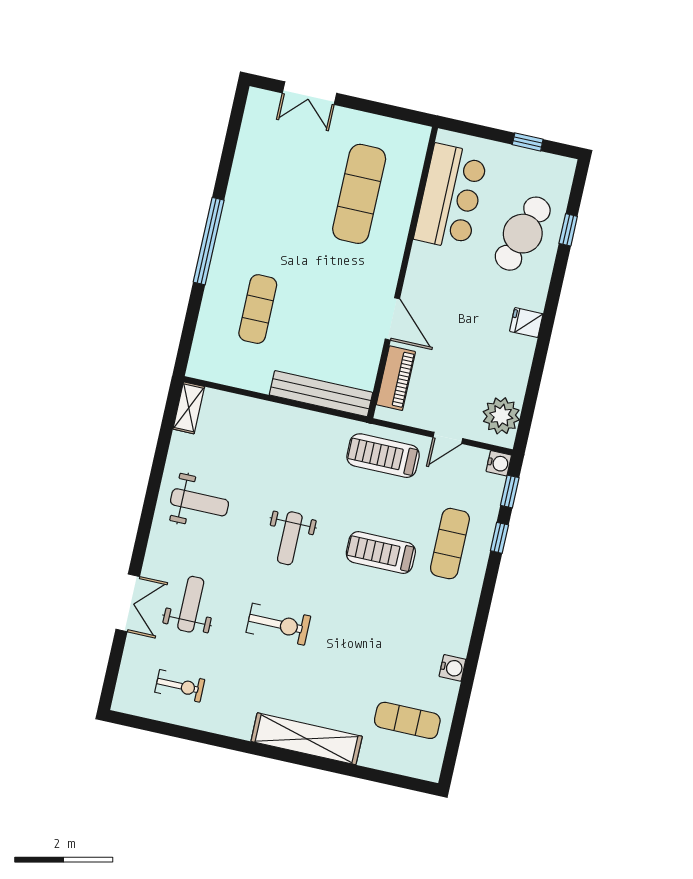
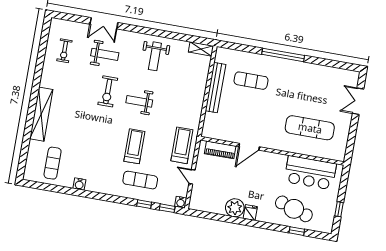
bench: (321, 394) -> (215, 88), moved
plant: (501, 416) -> (235, 208), moved
exercise bike: (278, 624) -> (108, 91), moved

